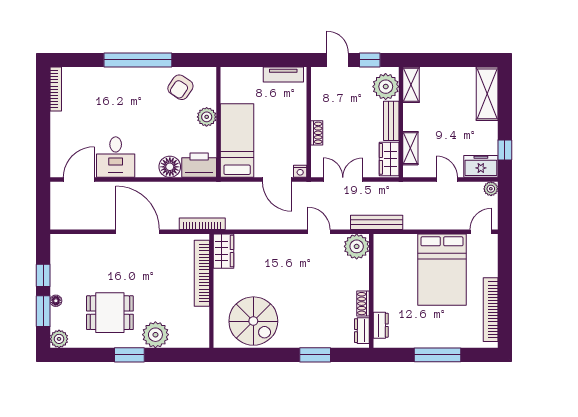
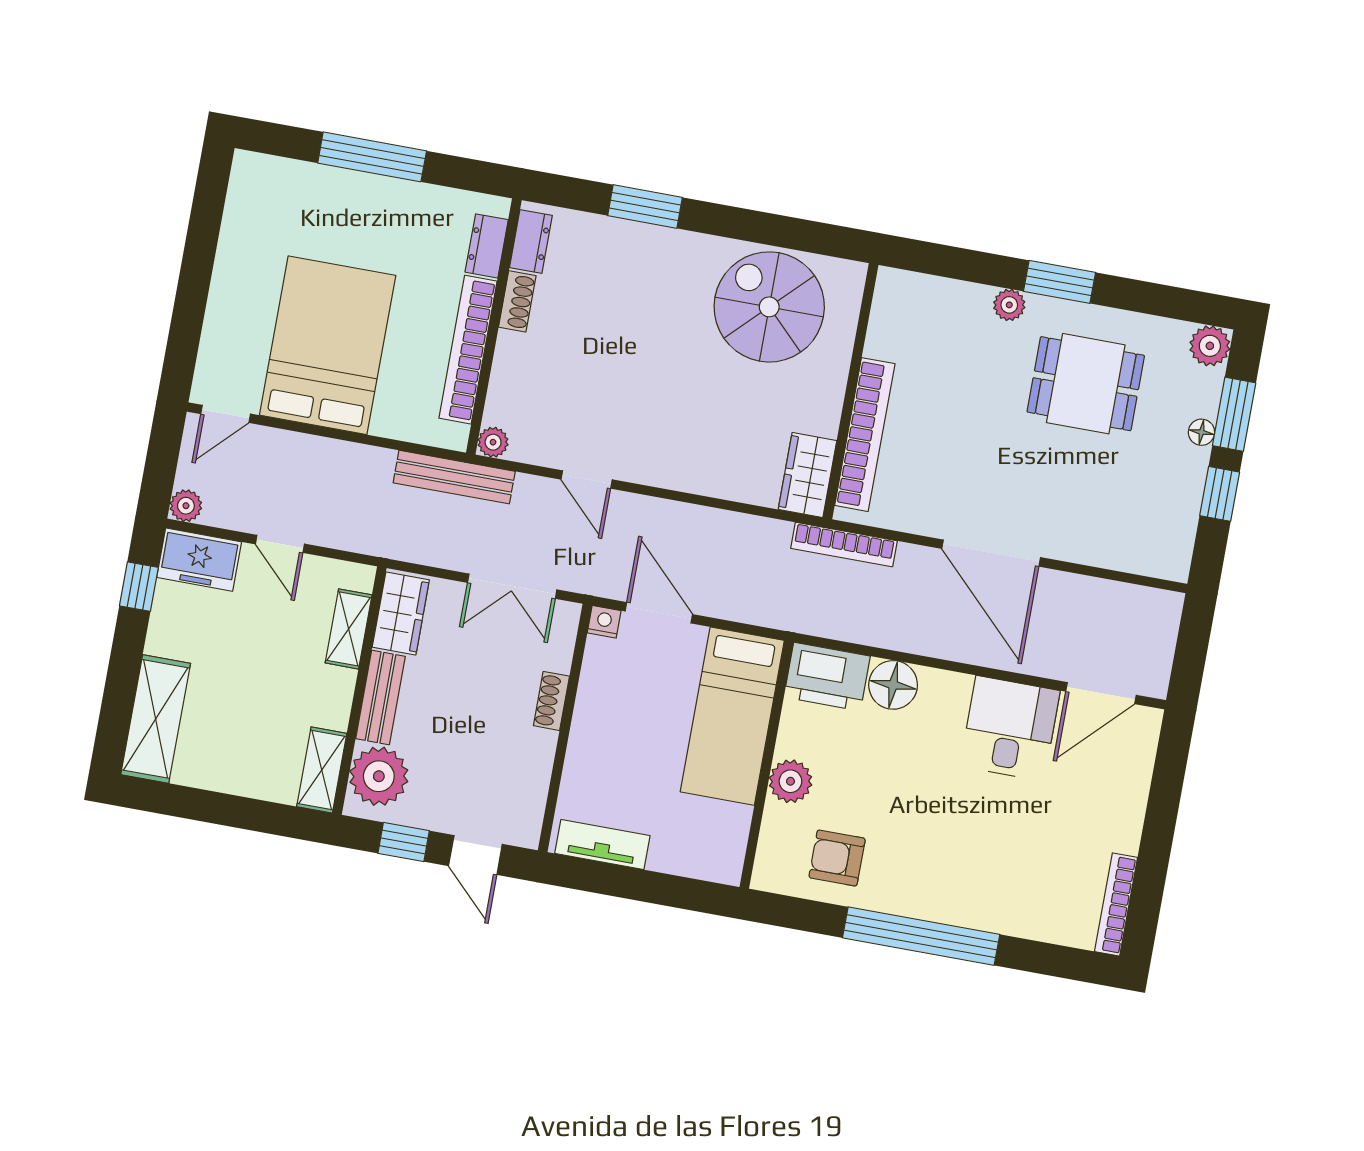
armchair: (180, 87) -> (837, 858), turned -124
plant: (357, 246) -> (493, 442), width x0.53, depth x0.53
bookcase: (491, 310) -> (468, 350), moved, turned 180
plant: (155, 335) -> (1009, 305), width x0.53, depth x0.53

